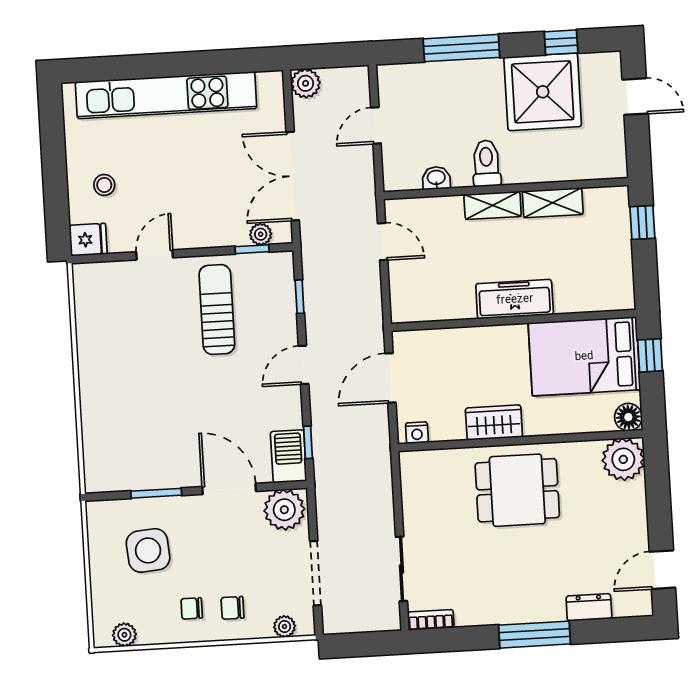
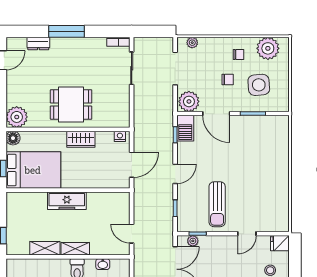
chair: (232, 608) -> (228, 79), moved
plant: (124, 635) -> (268, 48), width x1.88, depth x1.88

